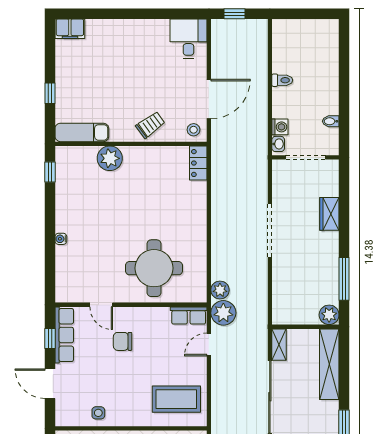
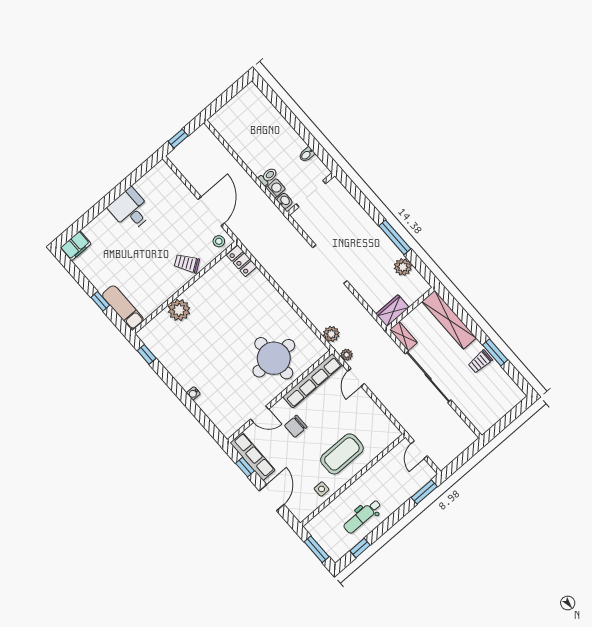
desk: (188, 39) -> (130, 210), moved
toilet: (282, 80) -> (268, 176), moved
trolley: (150, 125) -> (187, 263), turned -88
exam couch: (82, 132) -> (123, 307), moved, turned 90
wardrobe: (329, 214) -> (392, 311), moved, turned 90
window: (344, 279) -> (395, 237), moved
plant: (223, 313) -> (347, 355), width x0.53, depth x0.53
plant: (329, 315) -> (403, 267), moved
row of seats: (189, 316) -> (313, 381), width x2.02
door: (50, 384) -> (272, 498), swing flipped
coffee table: (176, 399) -> (342, 454), moved
trolley: (325, 422) -> (480, 362), added

